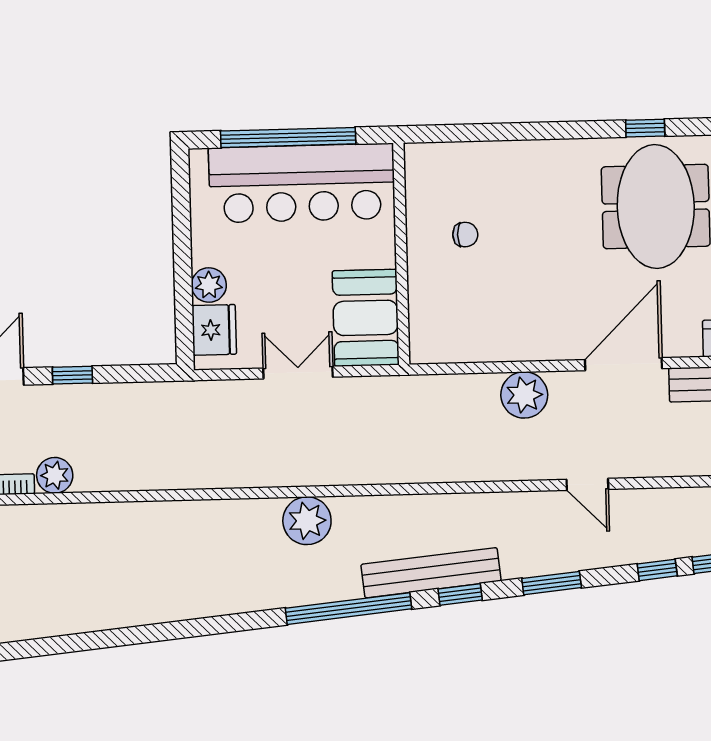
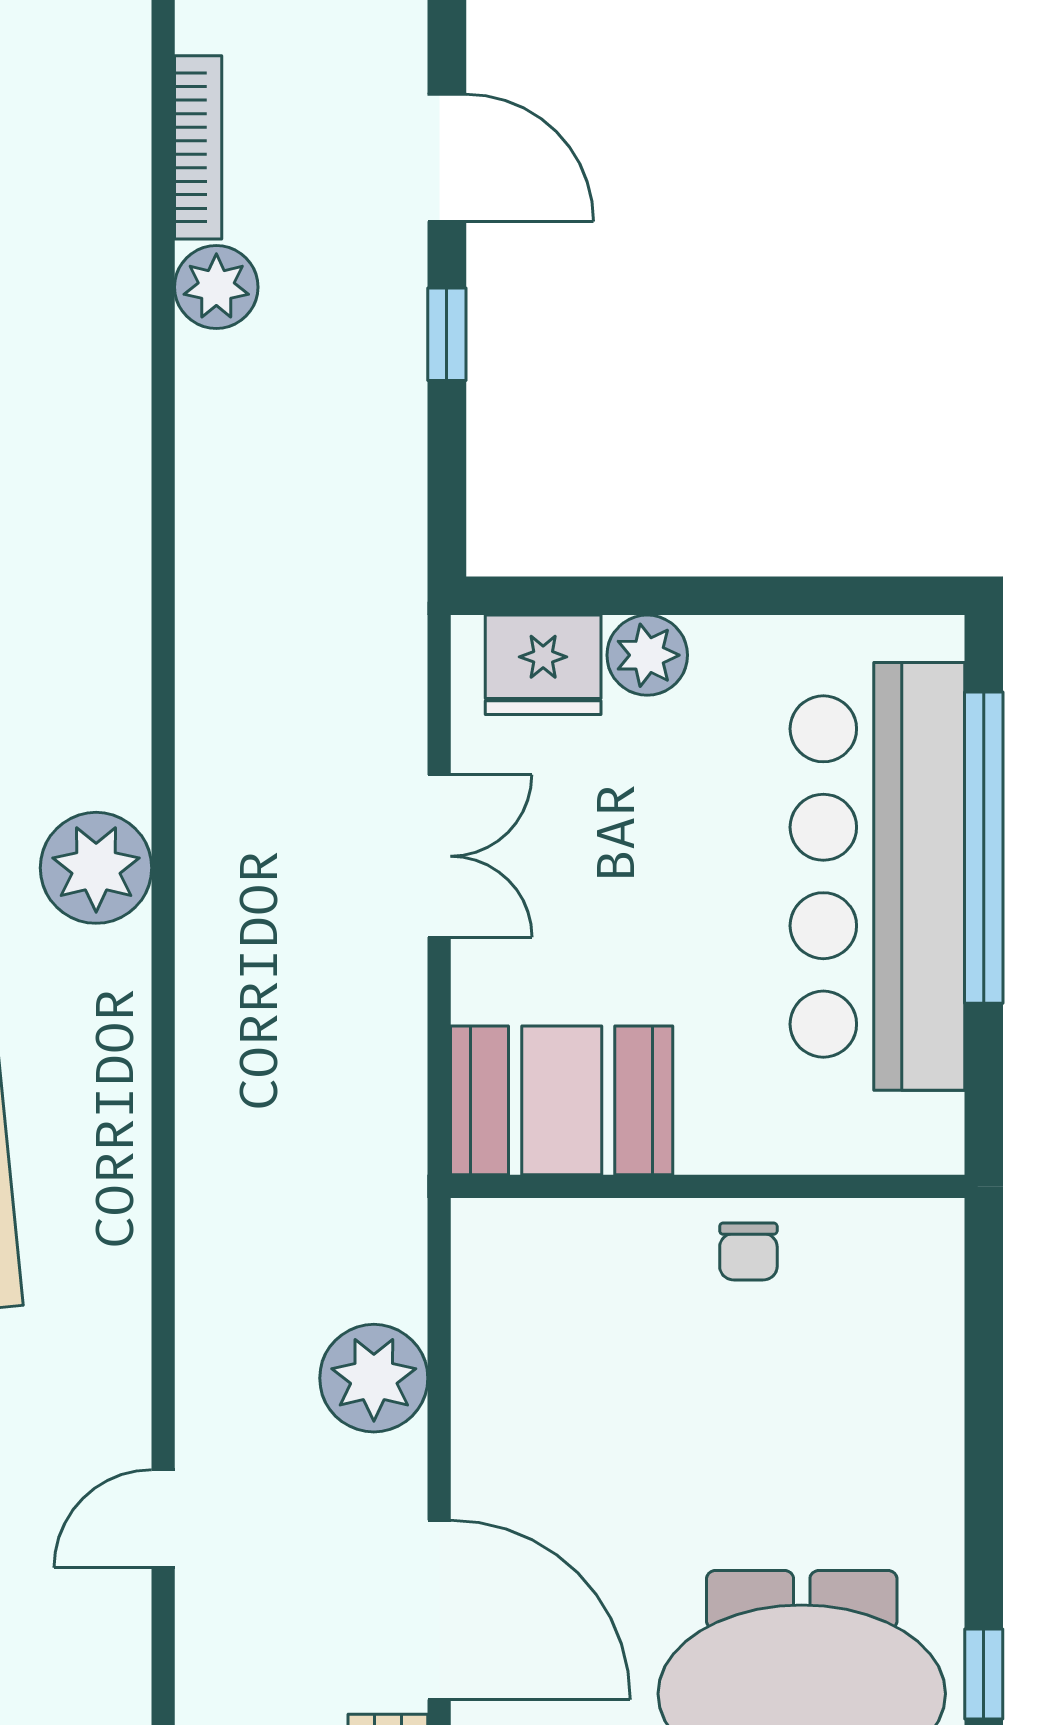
wall: (401, 254) -> (708, 1186), moved
booth: (366, 318) -> (562, 1100), moved

